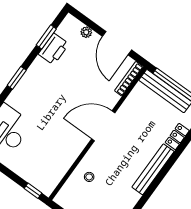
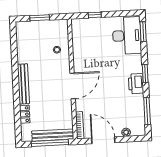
window: (46, 37) -> (147, 111), width x1.44
printer: (54, 49) -> (136, 84), moved
window: (33, 191) -> (95, 15), moved

